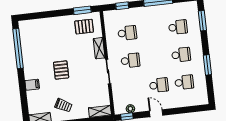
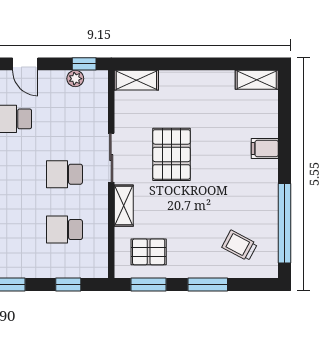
window: (53, 14) -> (208, 284), added
pallet: (61, 70) -> (172, 154), moved, width x1.50, depth x1.42
trolley: (63, 105) -> (240, 246), moved

